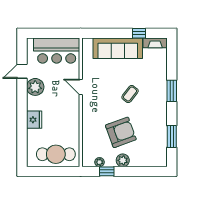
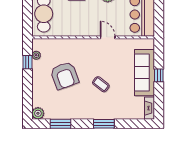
window: (139, 33) -> (159, 75), moved
door: (81, 87) -> (108, 37), hinge flipped
plant: (123, 160) -> (38, 113), moved

